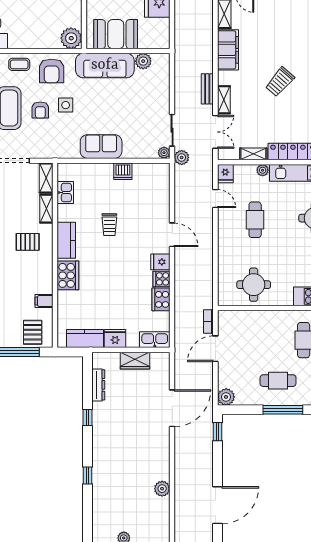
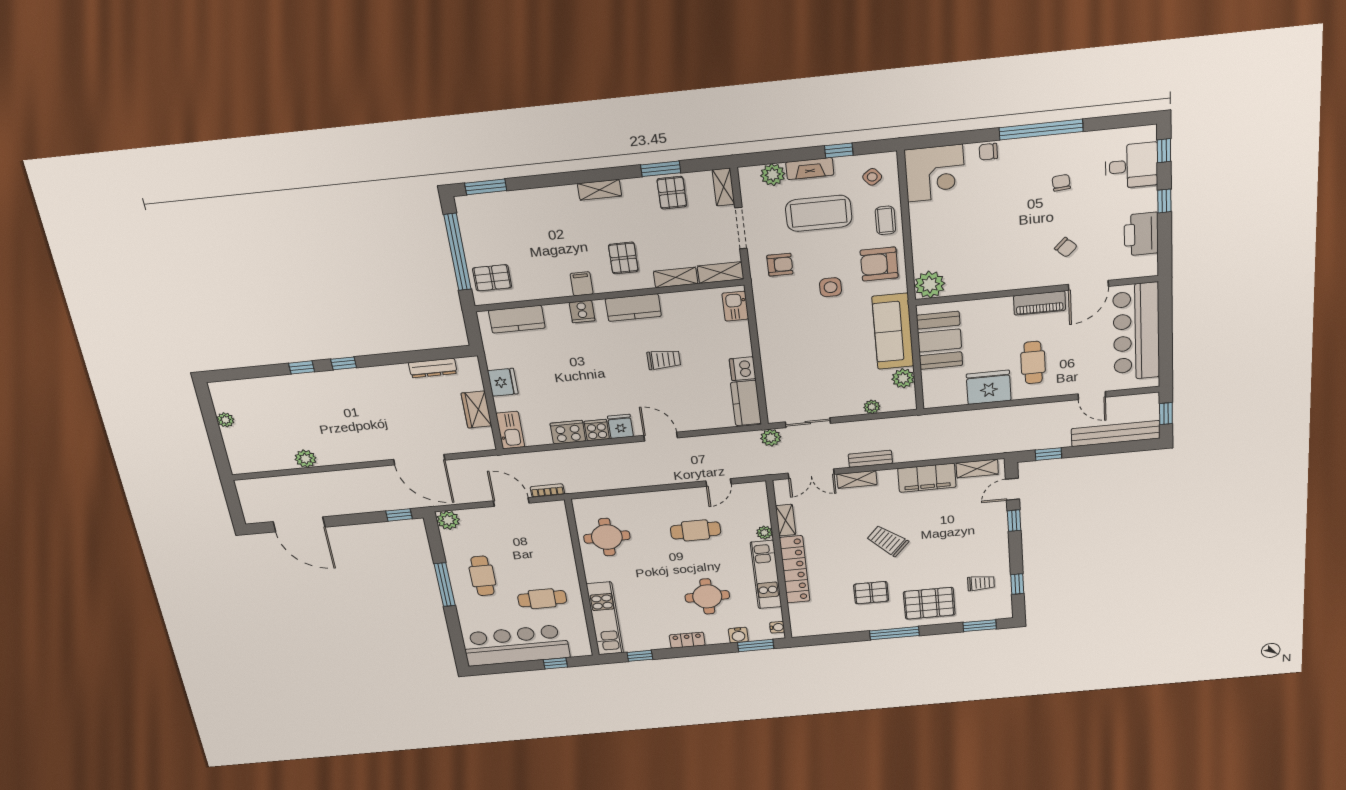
armchair: (40, 110) -> (780, 265), moved, turned 180
sofa: (101, 147) -> (775, 338), removed
plant: (164, 153) -> (872, 407), moved
kitchen counter: (151, 172) -> (746, 403), added
fridge: (225, 174) -> (755, 491), removed
kitchen sink: (65, 193) -> (735, 306), moved, turned 90
trolley: (109, 225) -> (664, 360), turned 180
door: (172, 235) -> (661, 437), swing flipped
cooker: (68, 275) -> (582, 311), width x0.53, depth x0.76
filing cabinet: (44, 301) -> (582, 284), moved
kitchen counter: (85, 339) -> (517, 319), moved, turned 90
window: (88, 417) -> (344, 363), moved

